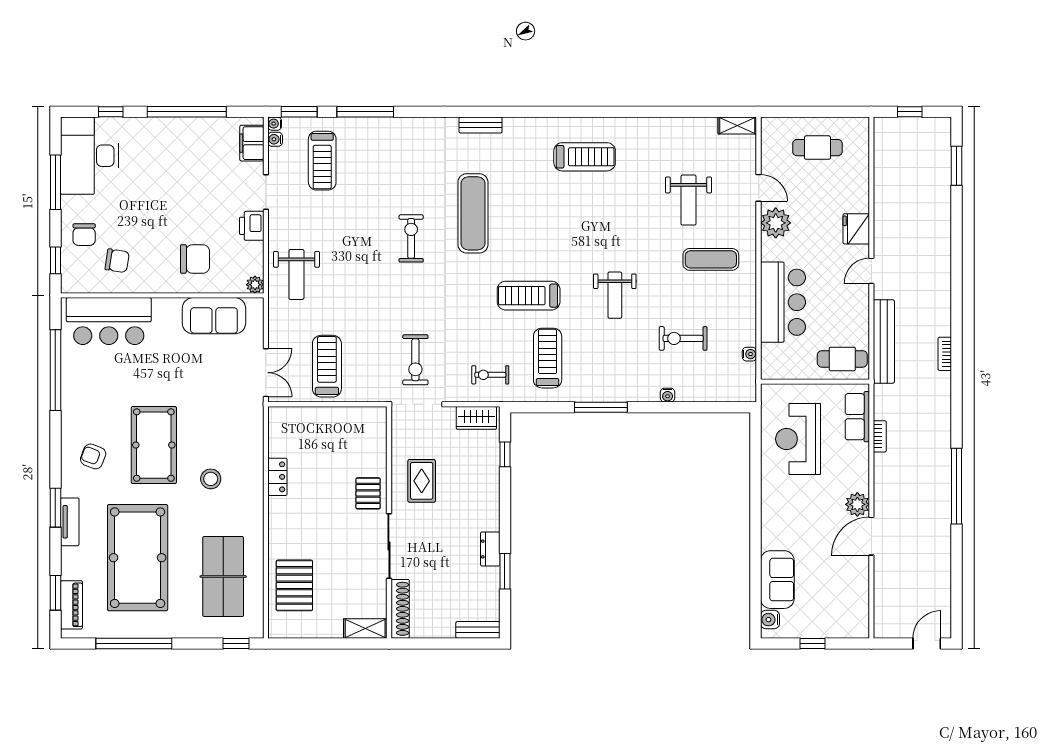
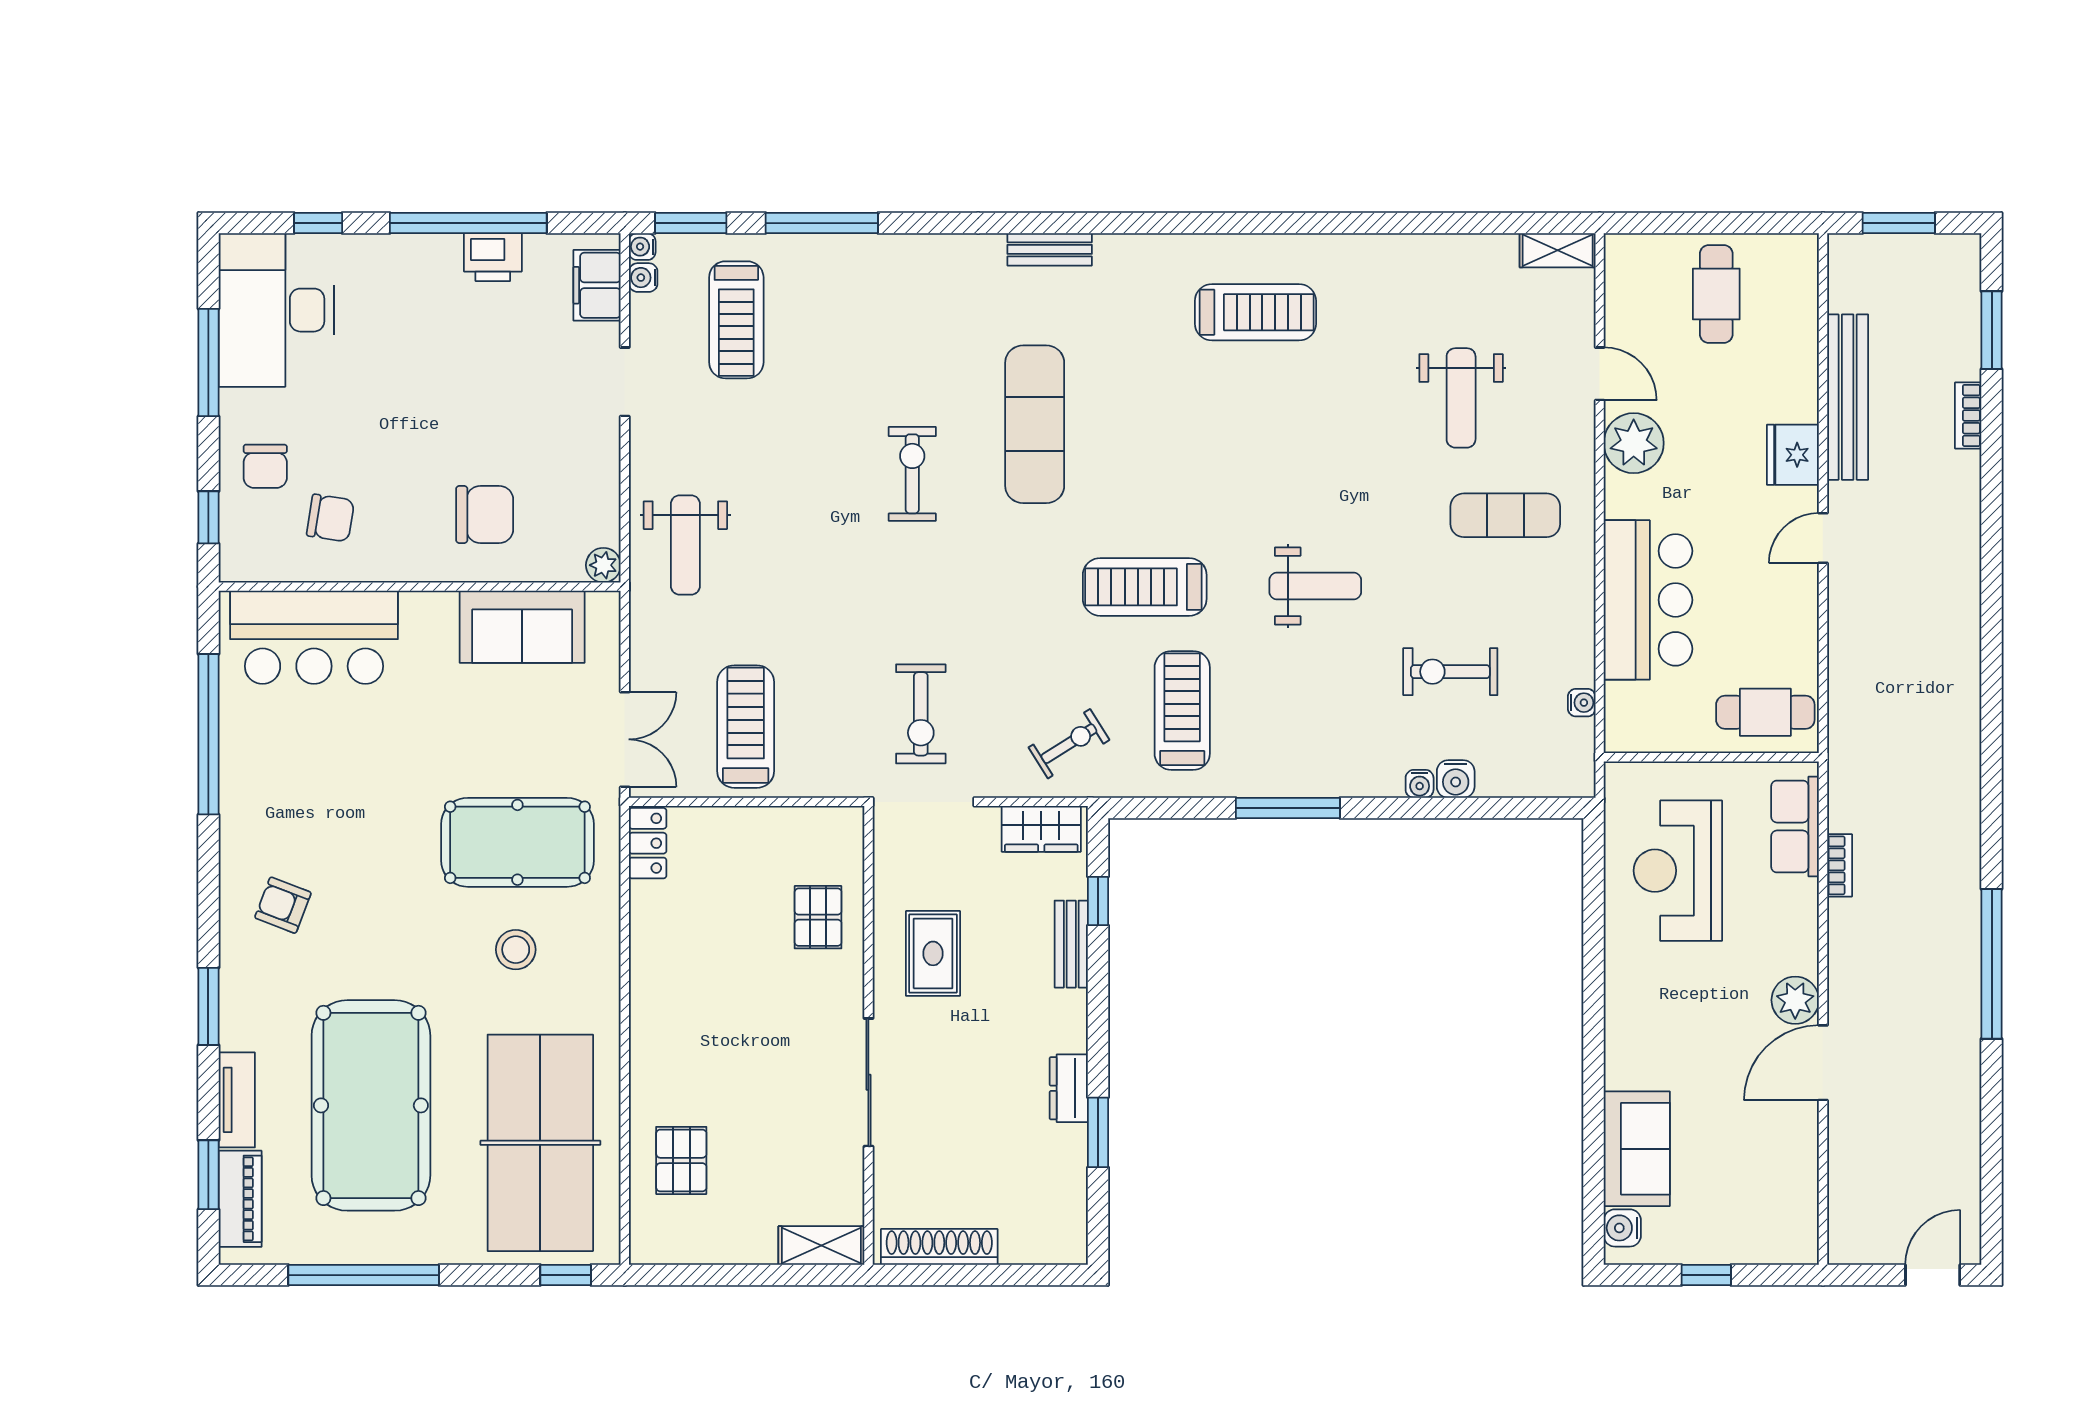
window: (910, 112) -> (1899, 223), width x1.50
cafe table: (817, 148) -> (1716, 294), turned 90
printer: (252, 226) -> (493, 257), moved, turned -90
weight bench: (615, 295) -> (1315, 586), turned -90
bench: (884, 342) -> (1848, 397), moved
bookcase: (945, 354) -> (1968, 415), moved
exercise bike: (490, 375) -> (1069, 744), turned 148
water cooler: (686, 393) -> (1456, 779), added
pool table: (154, 445) -> (517, 842), moved, turned 90
locker: (277, 477) -> (648, 843), moved
pallet: (368, 493) -> (818, 917), moved
tv unit: (70, 522) -> (237, 1100), moved
table tennis table: (223, 577) -> (540, 1143), width x1.36, depth x1.32
pallet: (294, 585) -> (681, 1160), width x0.67, depth x0.71
shoe rack: (400, 609) -> (939, 1247), moved, turned -90
bench: (478, 630) -> (1071, 944), moved, turned 90

